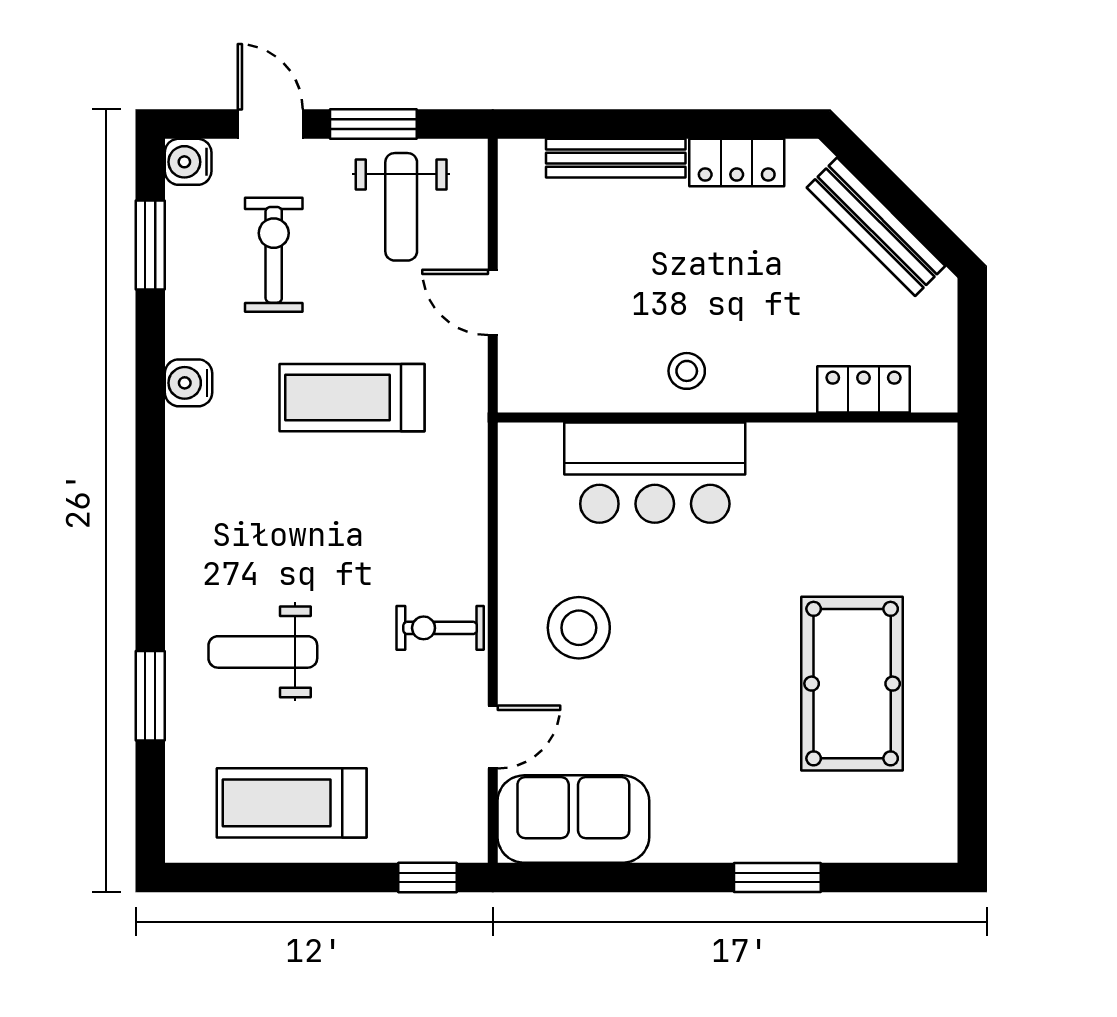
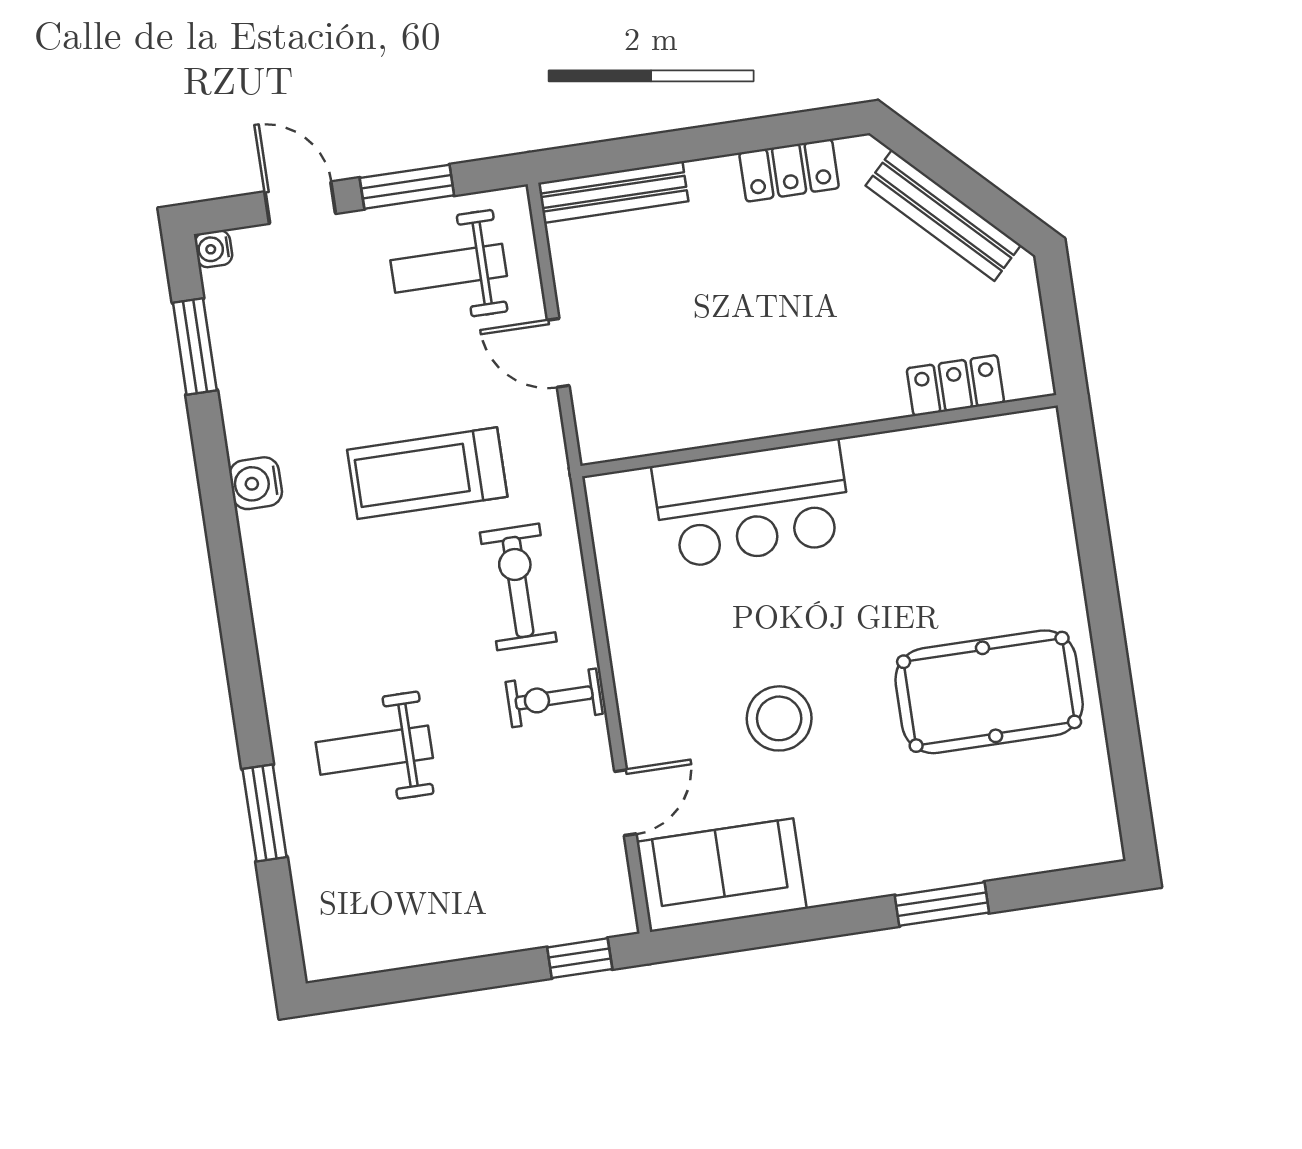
bench: (616, 158) -> (613, 192), moved
water cooler: (188, 162) -> (214, 249), width x0.72, depth x0.72
weight bench: (401, 207) -> (449, 268), turned 90
exercise bike: (274, 255) -> (518, 587), moved
stool: (687, 371) -> (770, 394), removed
stool: (579, 628) -> (779, 718), moved
pool table: (852, 684) -> (989, 692), turned 90
treadmill: (292, 803) -> (427, 902), removed

